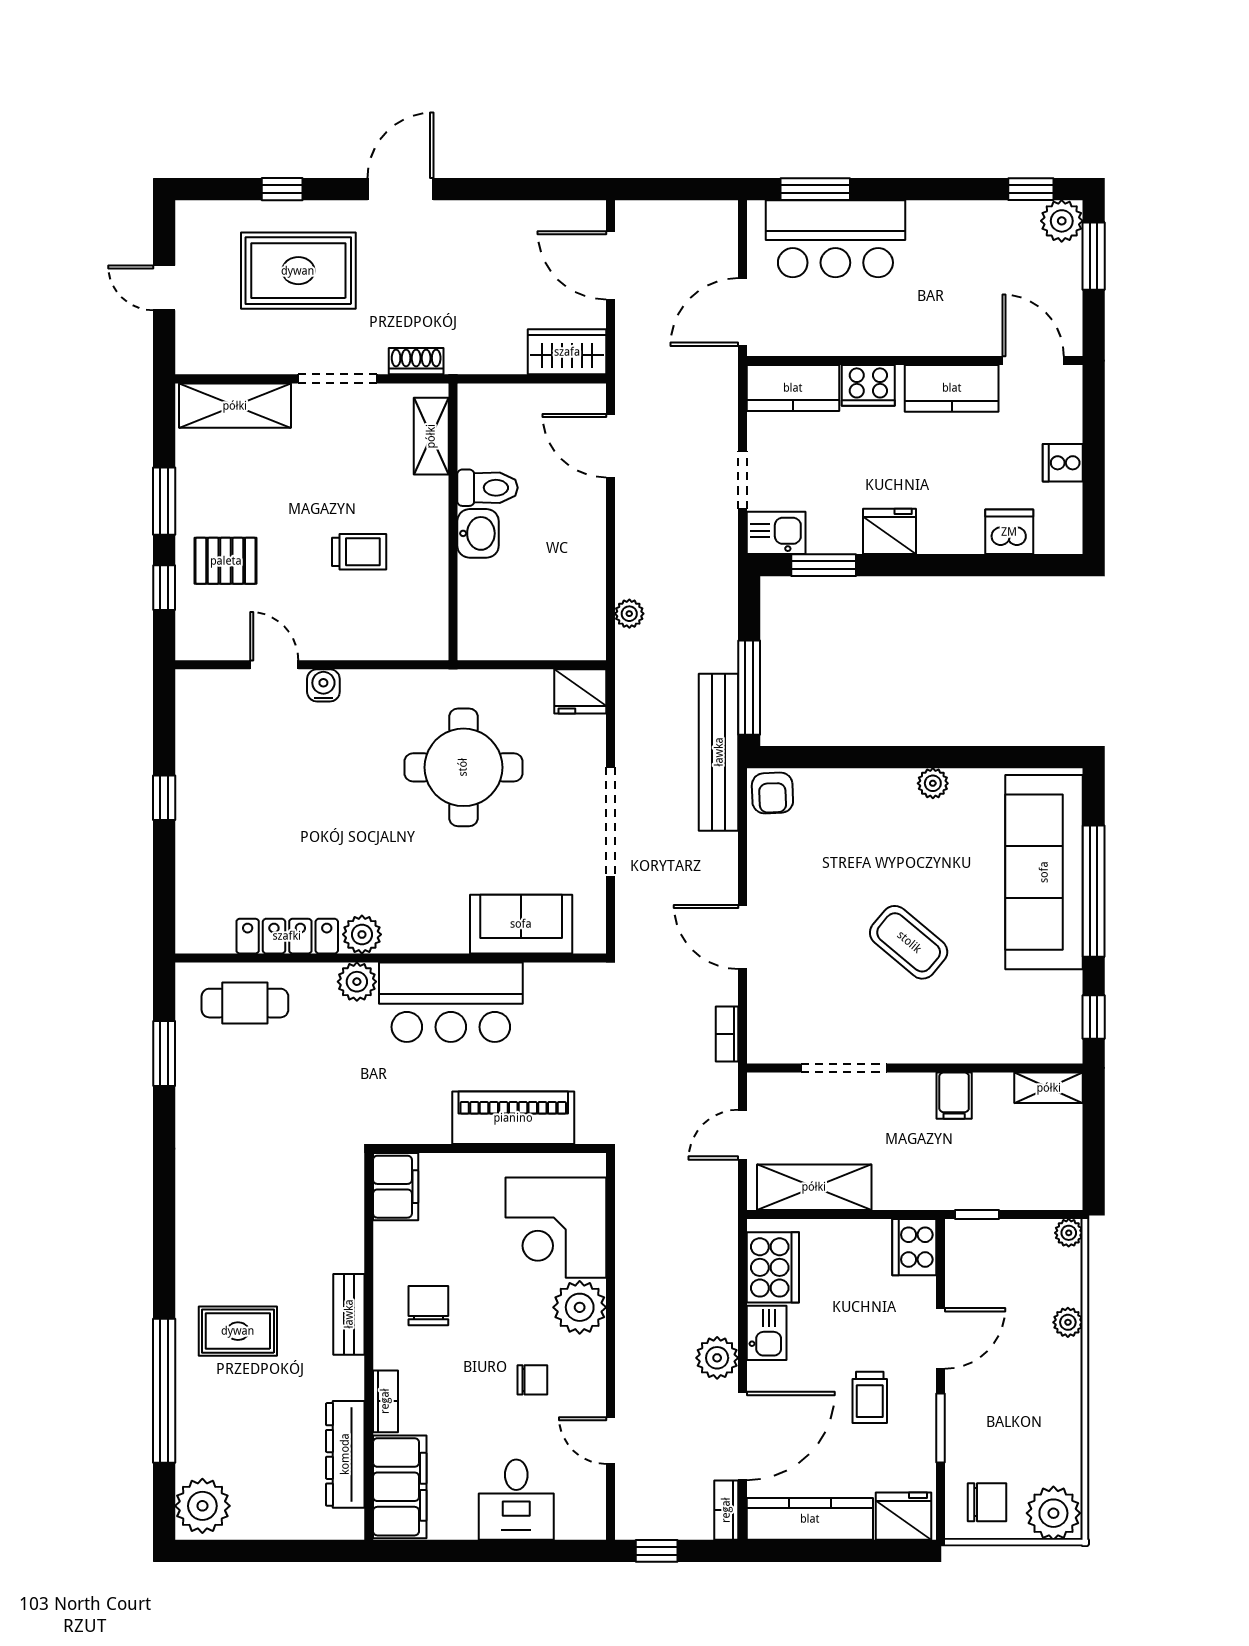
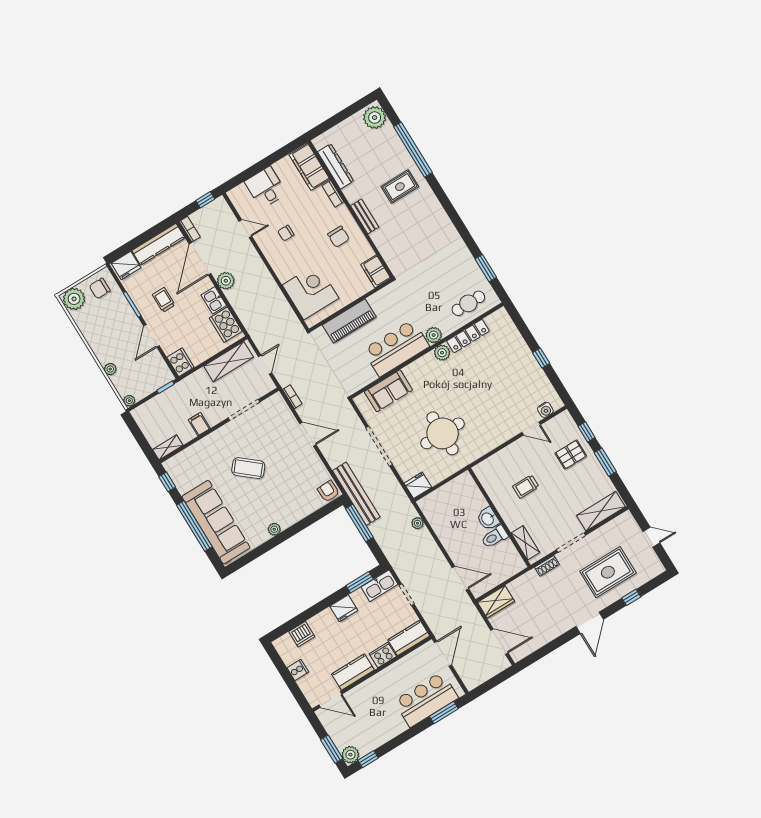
kitchen sink: (776, 533) -> (379, 586), width x1.38
water cooler: (323, 685) -> (545, 410), moved
plant: (580, 1307) -> (285, 269), removed

